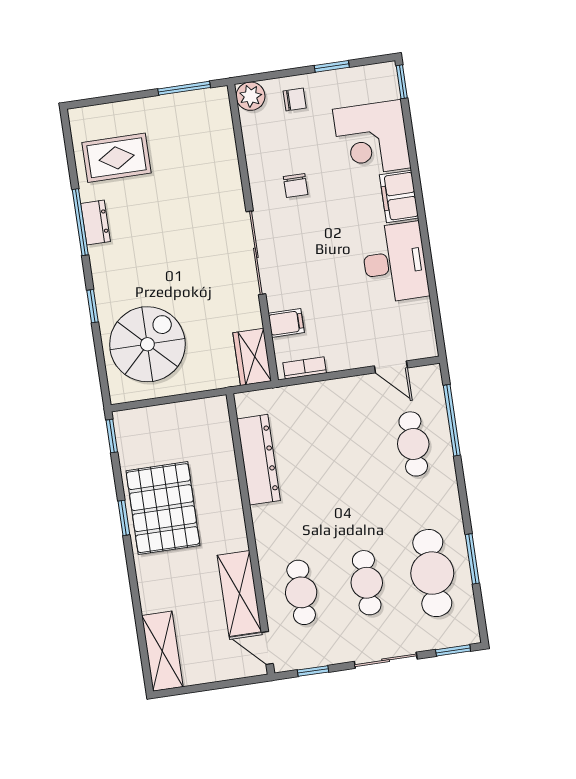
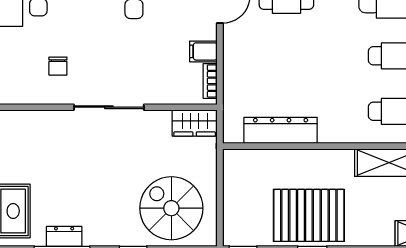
chair: (296, 185) -> (58, 66), turned 90
filing cabinet: (286, 323) -> (203, 51), moved, turned -90

